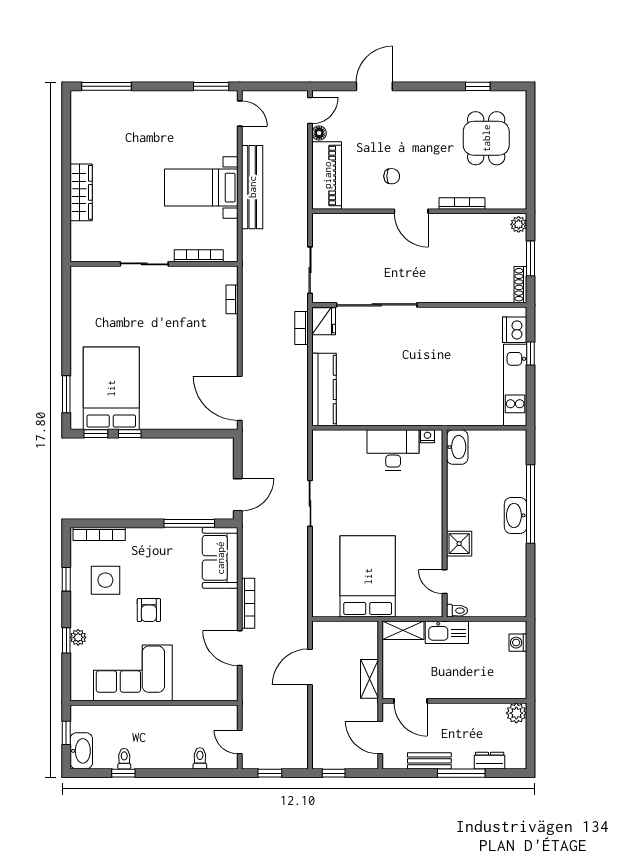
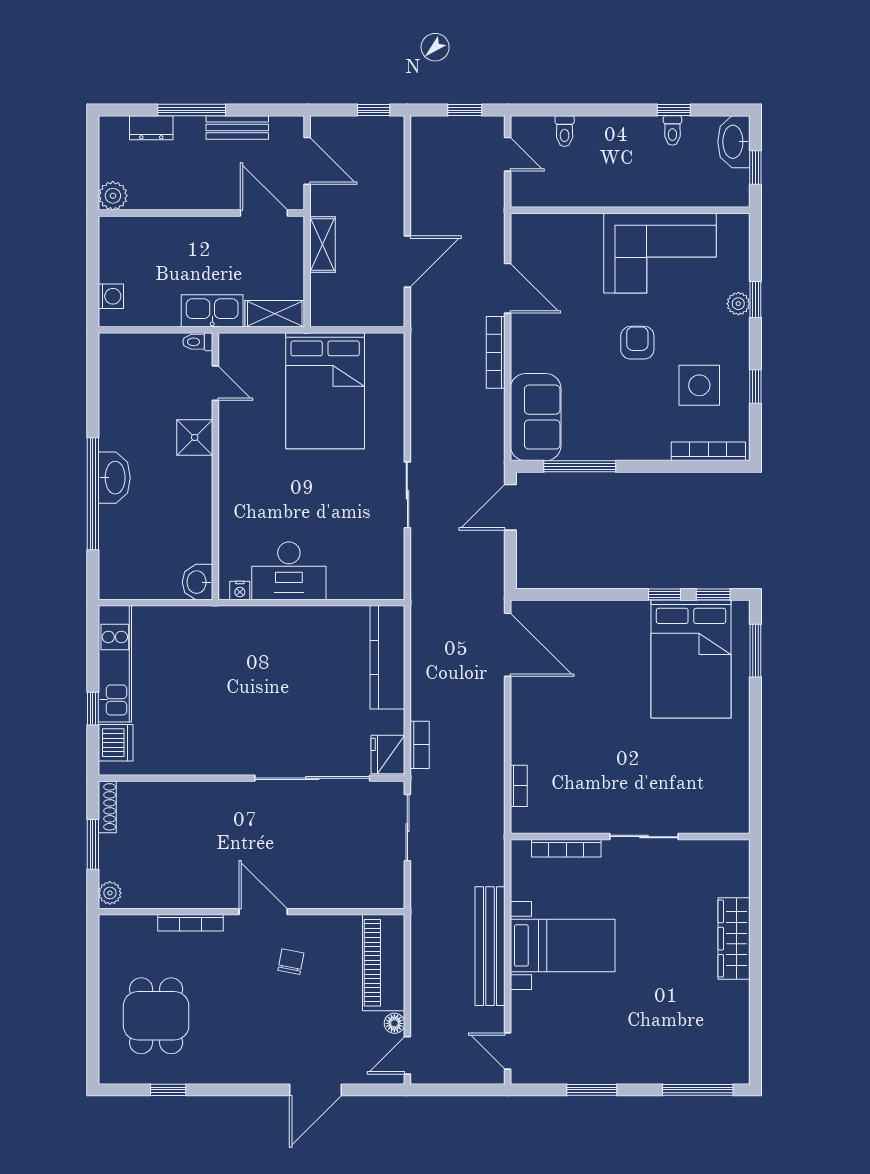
window: (211, 86) -> (592, 1090), moved
chair: (392, 176) -> (291, 962), turned 101
washbasin: (457, 447) -> (197, 582), width x0.72

